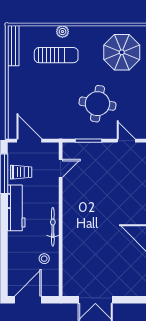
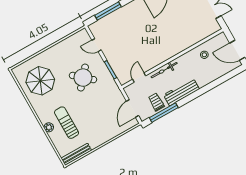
round table: (97, 104) -> (83, 78), turned 32
door: (126, 141) -> (96, 45), hinge flipped
door: (61, 168) -> (139, 77), hinge flipped
bicycle: (53, 227) -> (164, 70), moved

